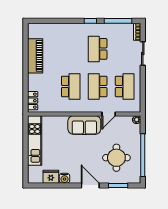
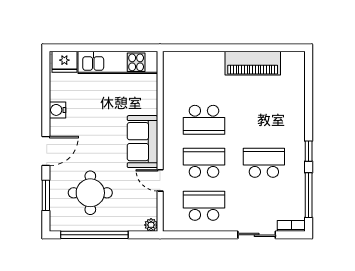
school desk: (125, 86) -> (204, 206), turned 180
locker: (33, 101) -> (181, 59), removed
fridge: (51, 177) -> (64, 62), moved, turned 90

